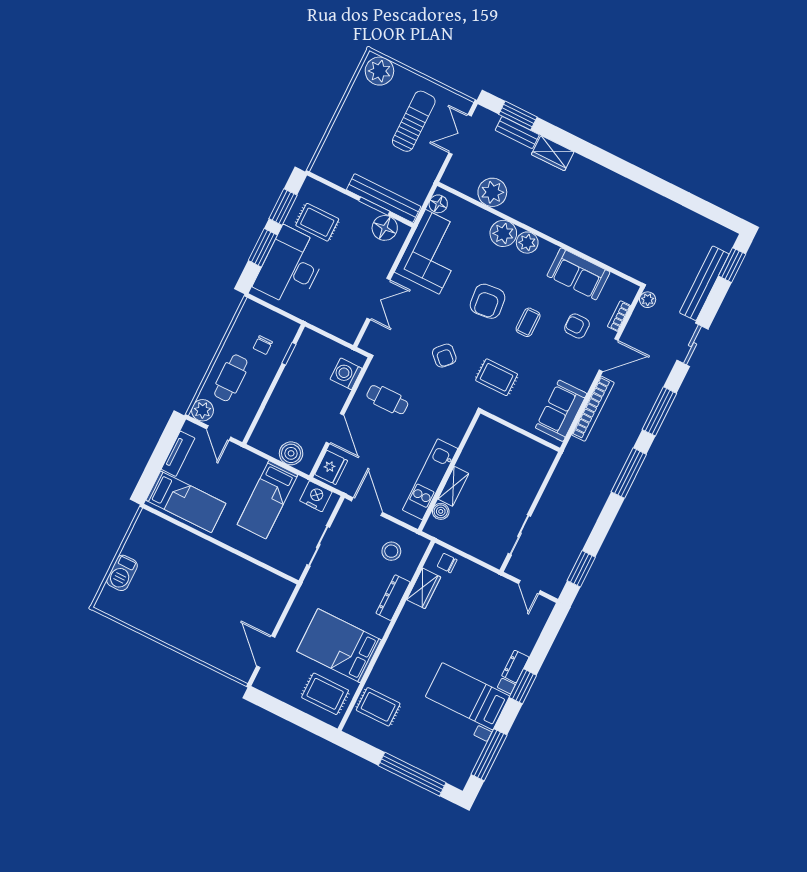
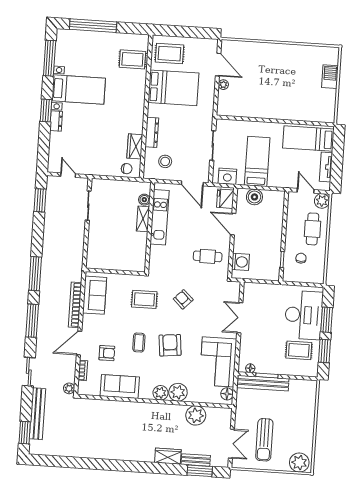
floor lamp: (385, 228) -> (250, 368), width x0.53, depth x0.53
plant: (270, 622) -> (223, 85), added

